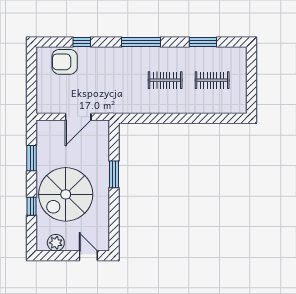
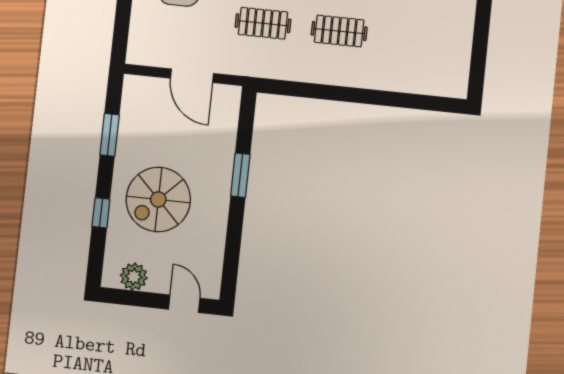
clothes rail: (212, 80) -> (263, 23), moved
door: (78, 117) -> (192, 76), hinge flipped
spiral stairs: (66, 194) -> (158, 199), width x0.73, depth x0.73

